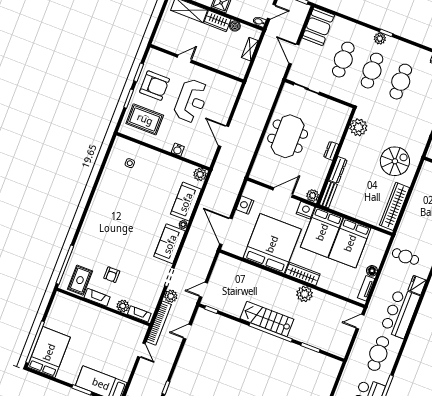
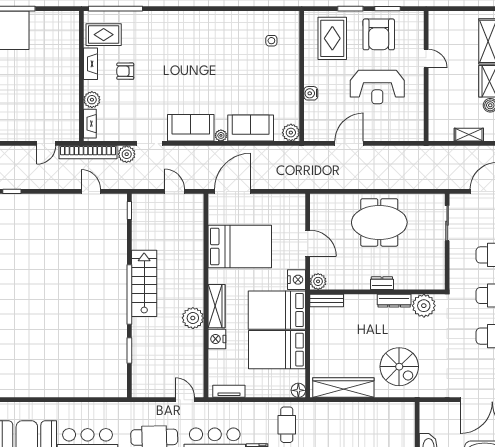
dresser: (338, 170) -> (394, 301), moved
nightstand: (245, 205) -> (217, 339), moved, turned -90
bed: (272, 244) -> (240, 246), width x0.73
floor lamp: (372, 271) -> (298, 390), moved
door: (203, 290) -> (174, 191), moved

